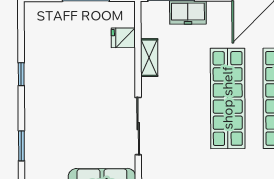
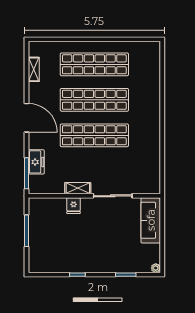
fridge: (123, 38) -> (74, 206), moved
shelving: (149, 58) -> (78, 188), moved

